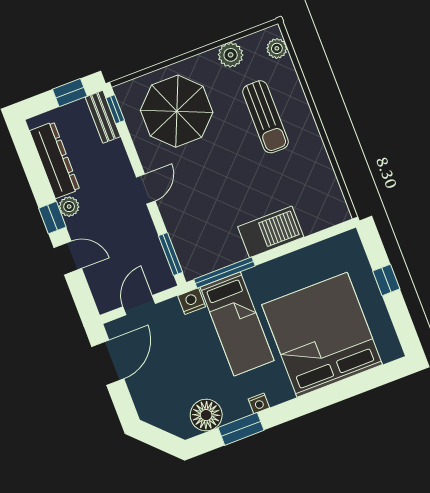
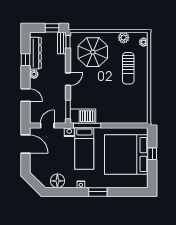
window: (52, 218) -> (25, 60), moved
barbecue: (271, 232) -> (83, 116), moved
bed: (322, 335) -> (126, 154), moved, turned -90
door: (108, 363) -> (25, 144), hinge flipped
window: (241, 429) -> (98, 192), moved

